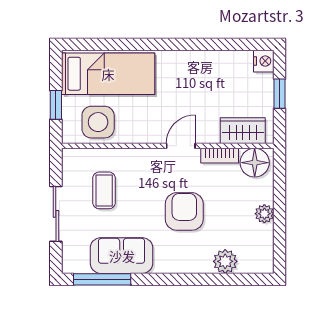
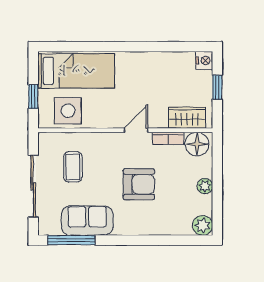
armchair: (184, 211) -> (139, 184), turned 90
sliding door: (56, 214) -> (33, 186), width x1.37
plant: (225, 261) -> (203, 225), moved

